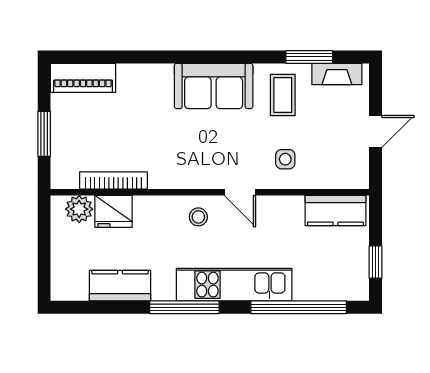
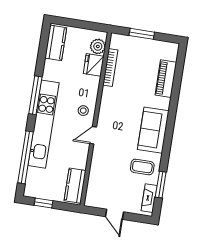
piano: (83, 78) -> (166, 79), moved
side table: (285, 159) -> (107, 163), removed
kitchen unit: (234, 285) -> (43, 124), width x1.36
kitchen counter: (120, 286) -> (56, 43), moved

